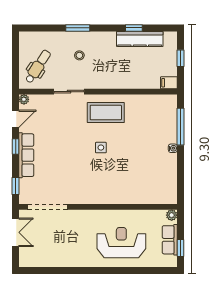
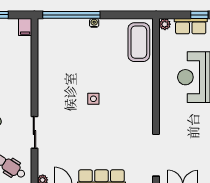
coffee table: (106, 113) -> (139, 42), moved
window: (180, 127) -> (71, 15), width x1.46

